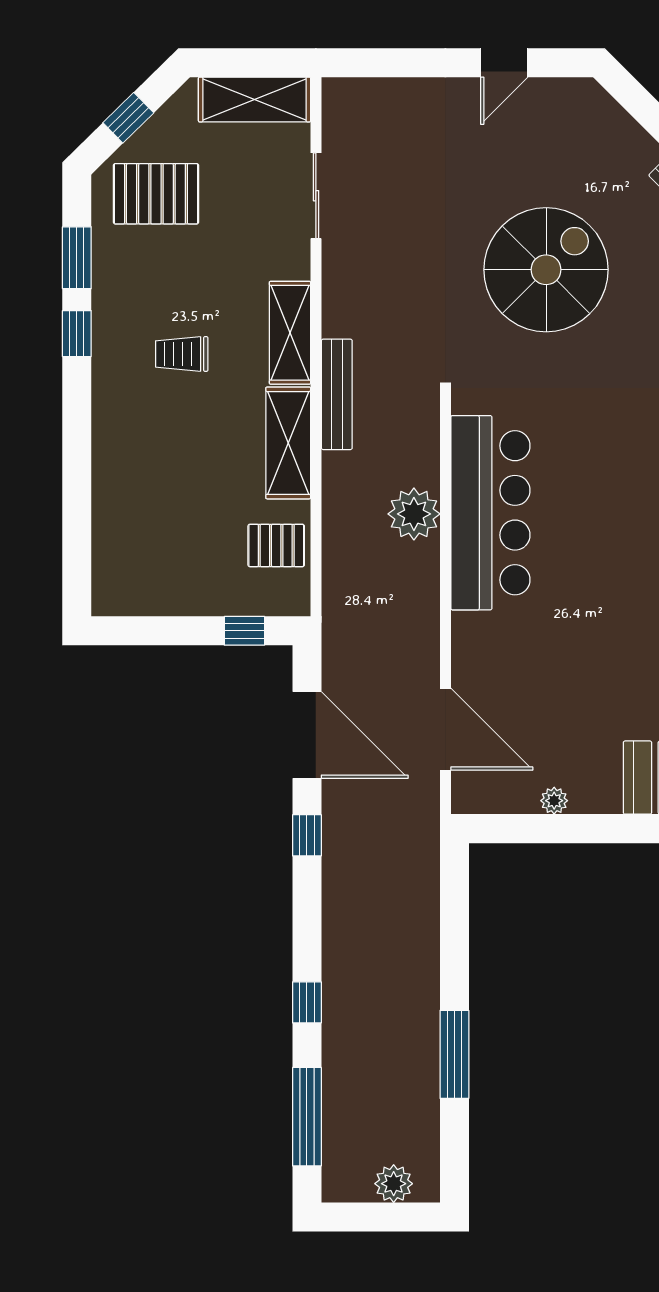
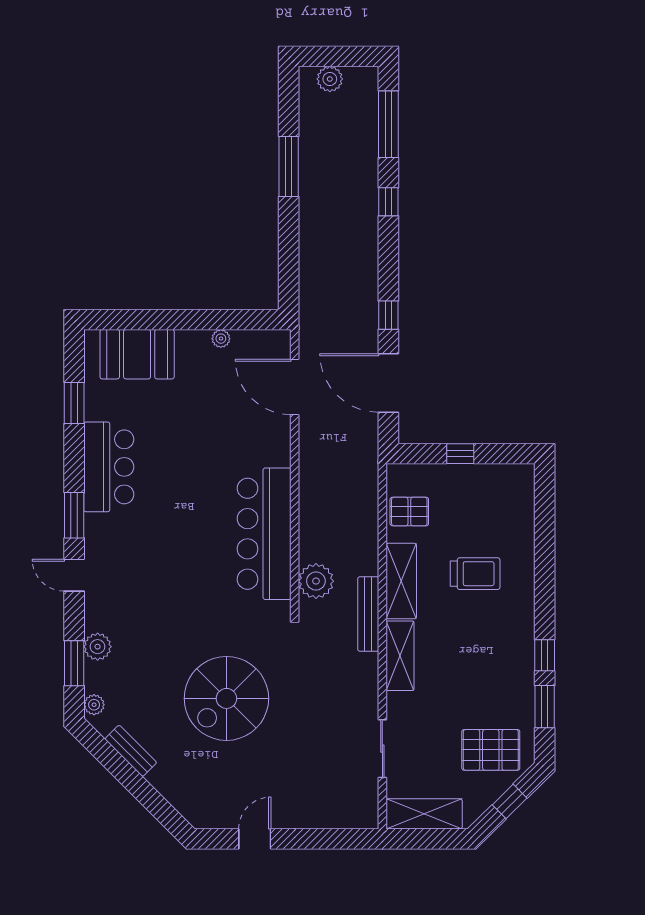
trolley: (182, 354) -> (475, 574), moved, width x1.36, depth x1.39
plant: (414, 514) -> (316, 581), moved
window: (244, 631) -> (460, 454), moved

